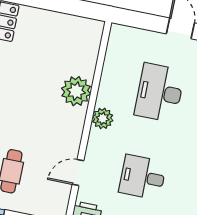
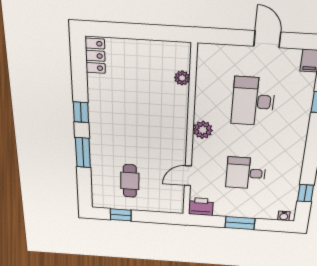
plant: (76, 91) -> (182, 78), moved, width x0.53, depth x0.53

